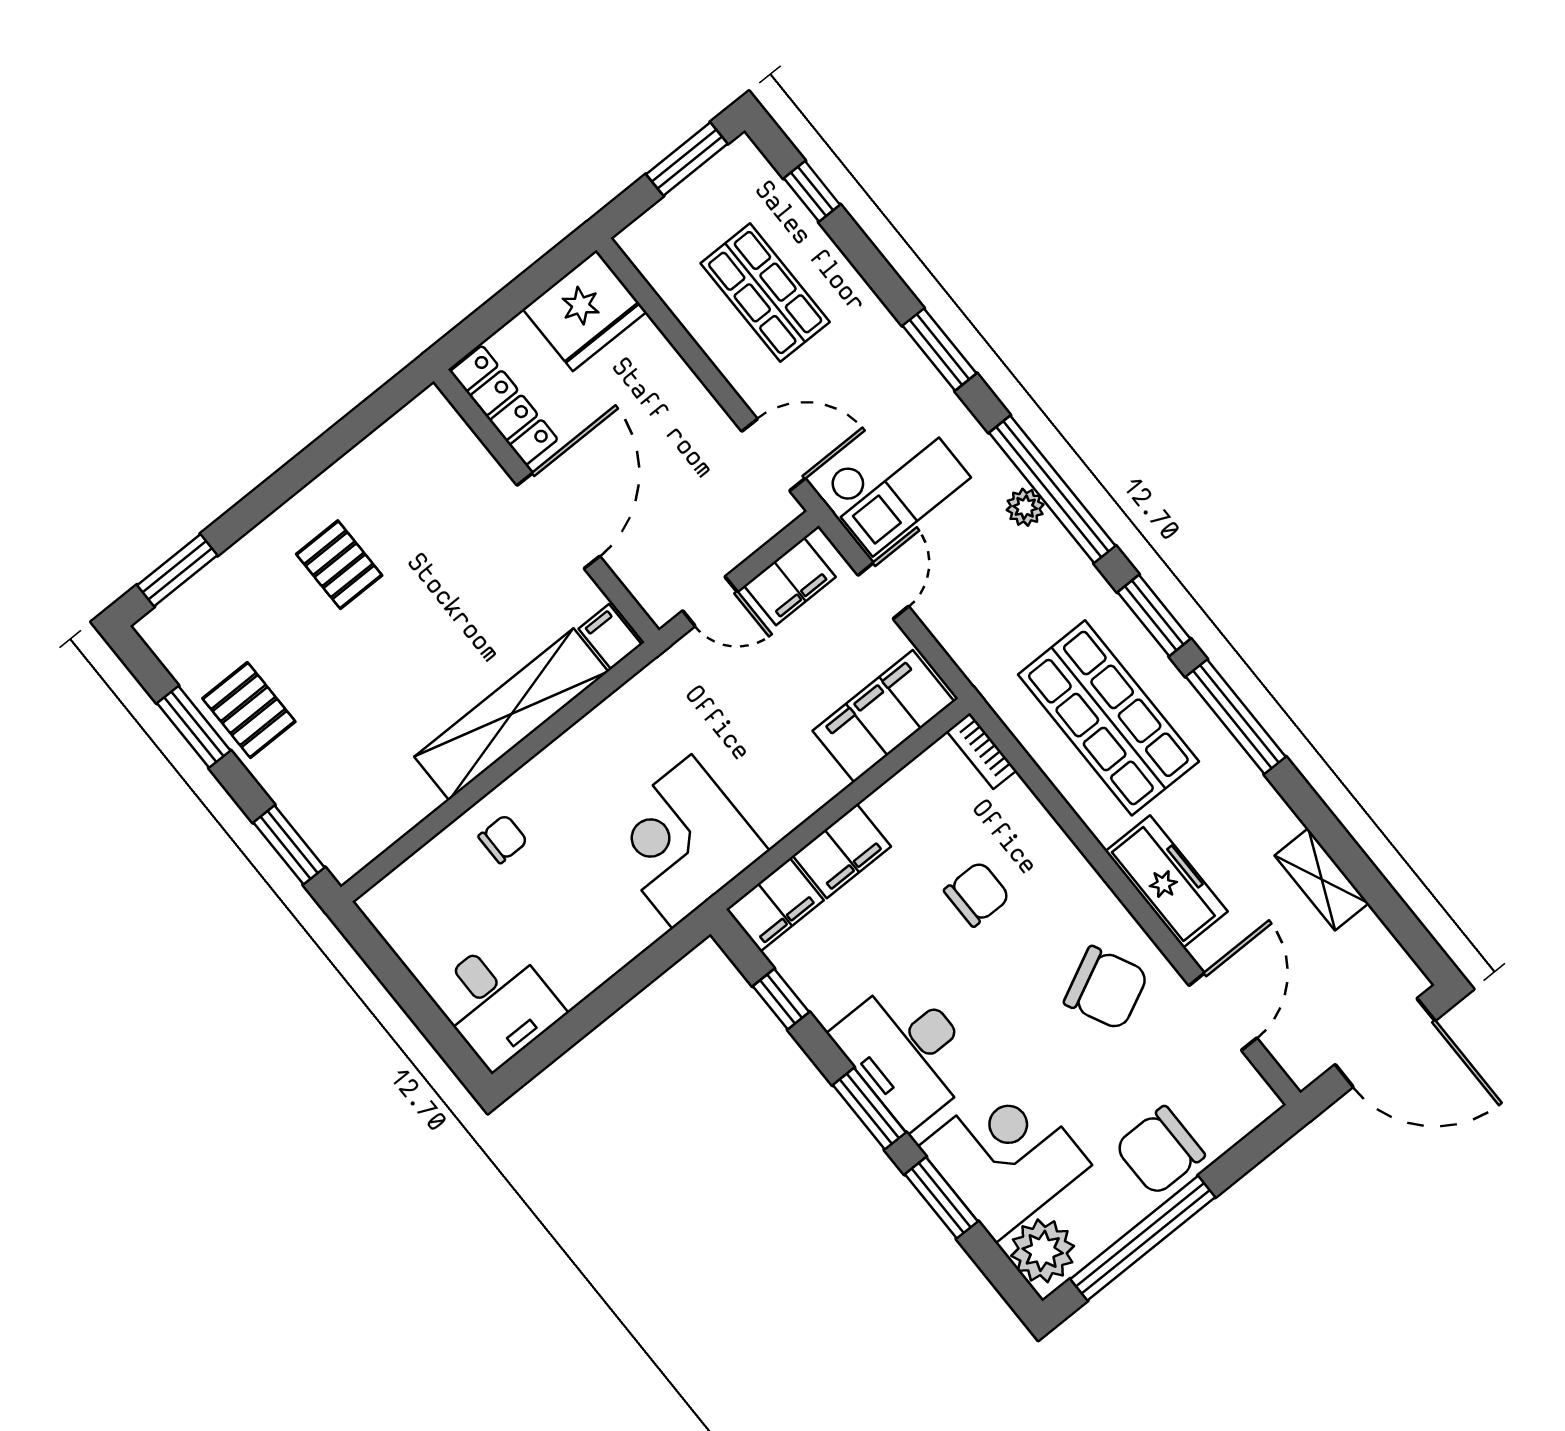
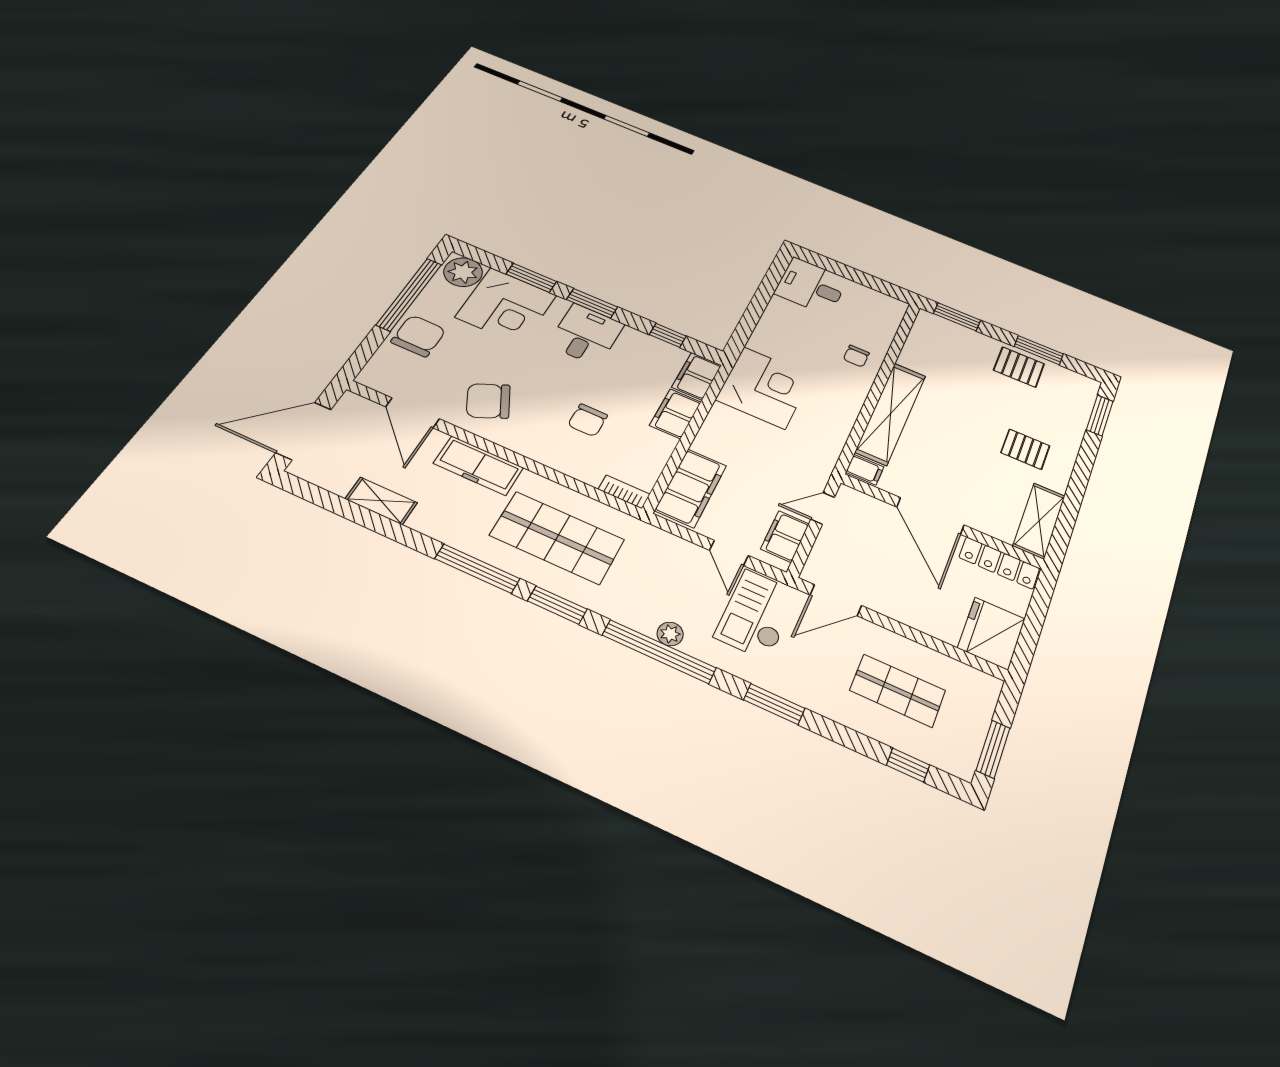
shelving: (399, 442) -> (1039, 521), added
desk: (907, 1052) -> (586, 335), width x0.73

